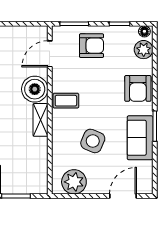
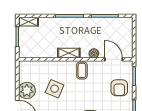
boiler: (35, 89) -> (94, 53), width x0.54, depth x0.54
plant: (74, 182) -> (27, 91), moved

